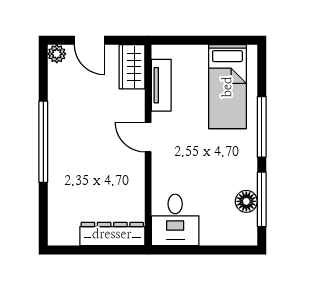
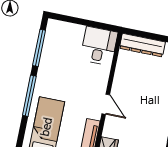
floor lamp: (246, 201) -> (49, 49), removed

